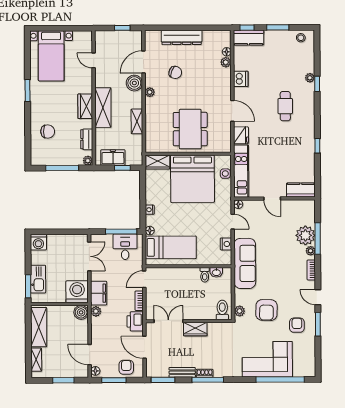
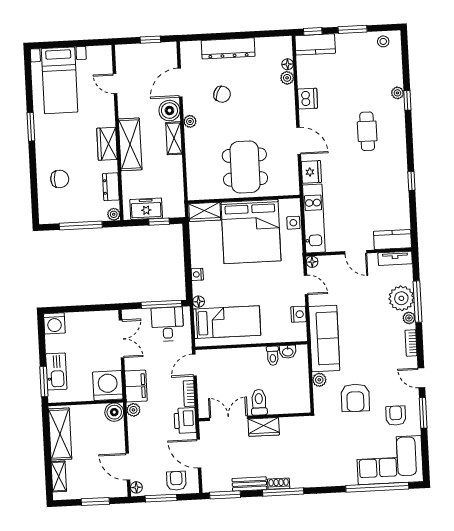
shelving: (137, 121) -> (174, 138), moved
tv unit: (302, 205) -> (395, 258), added
toilet: (222, 310) -> (259, 402), moved
plant: (240, 311) -> (319, 380), moved
corner sofa: (267, 359) -> (390, 460), moved

